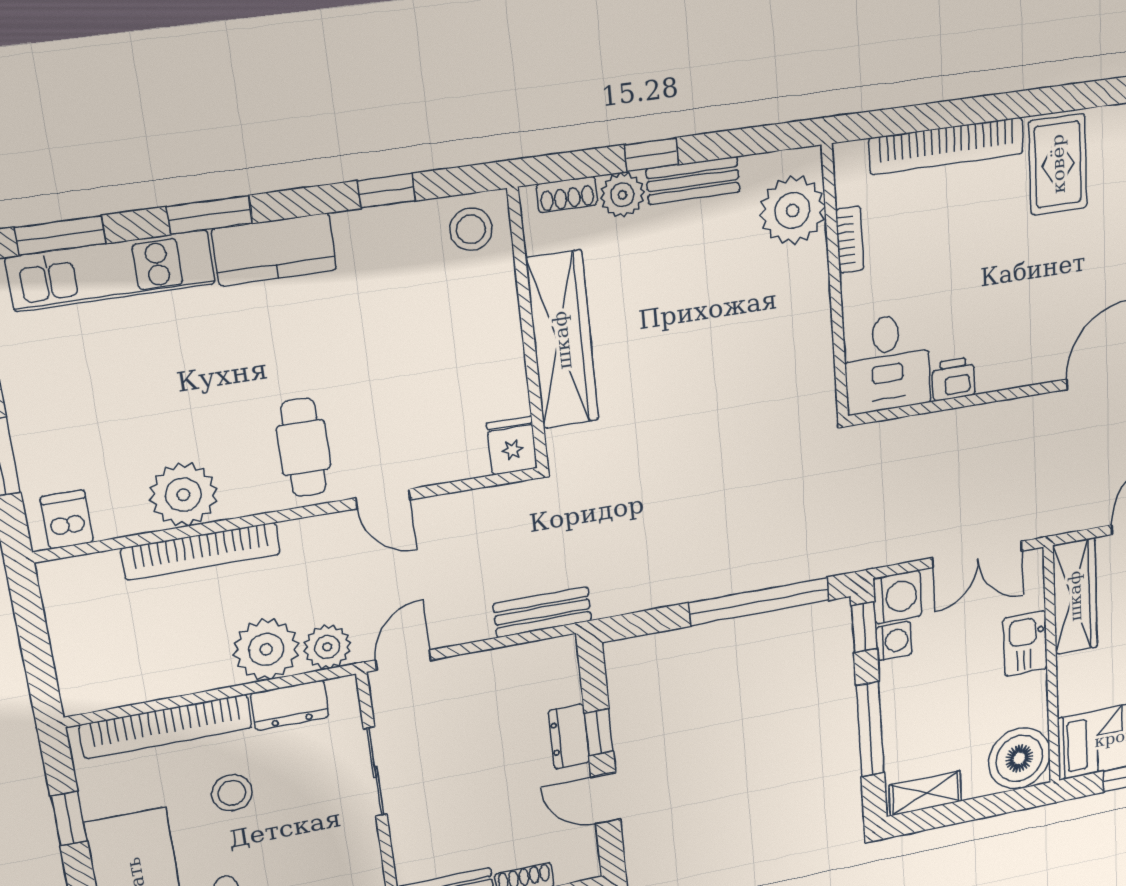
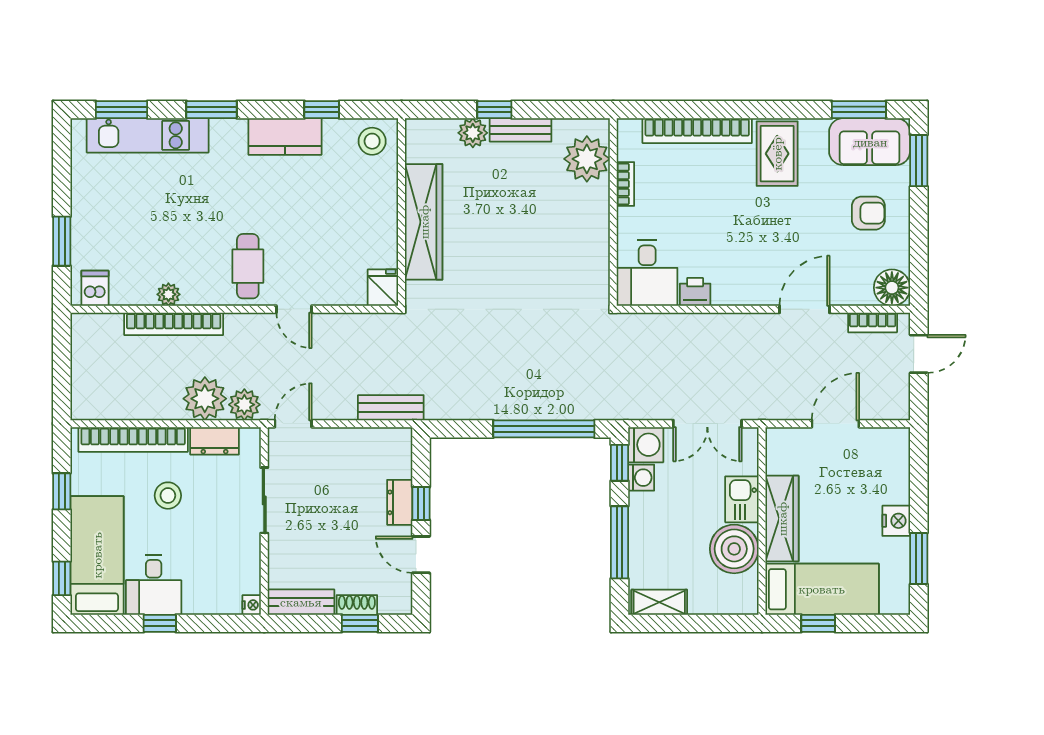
shoe rack: (567, 194) -> (436, 128), removed
kitchen counter: (274, 250) -> (285, 137), moved
plant: (183, 495) -> (168, 294), width x0.53, depth x0.53
wardrobe: (1075, 596) -> (782, 519), moved
boiler: (1019, 758) -> (734, 549), moved

